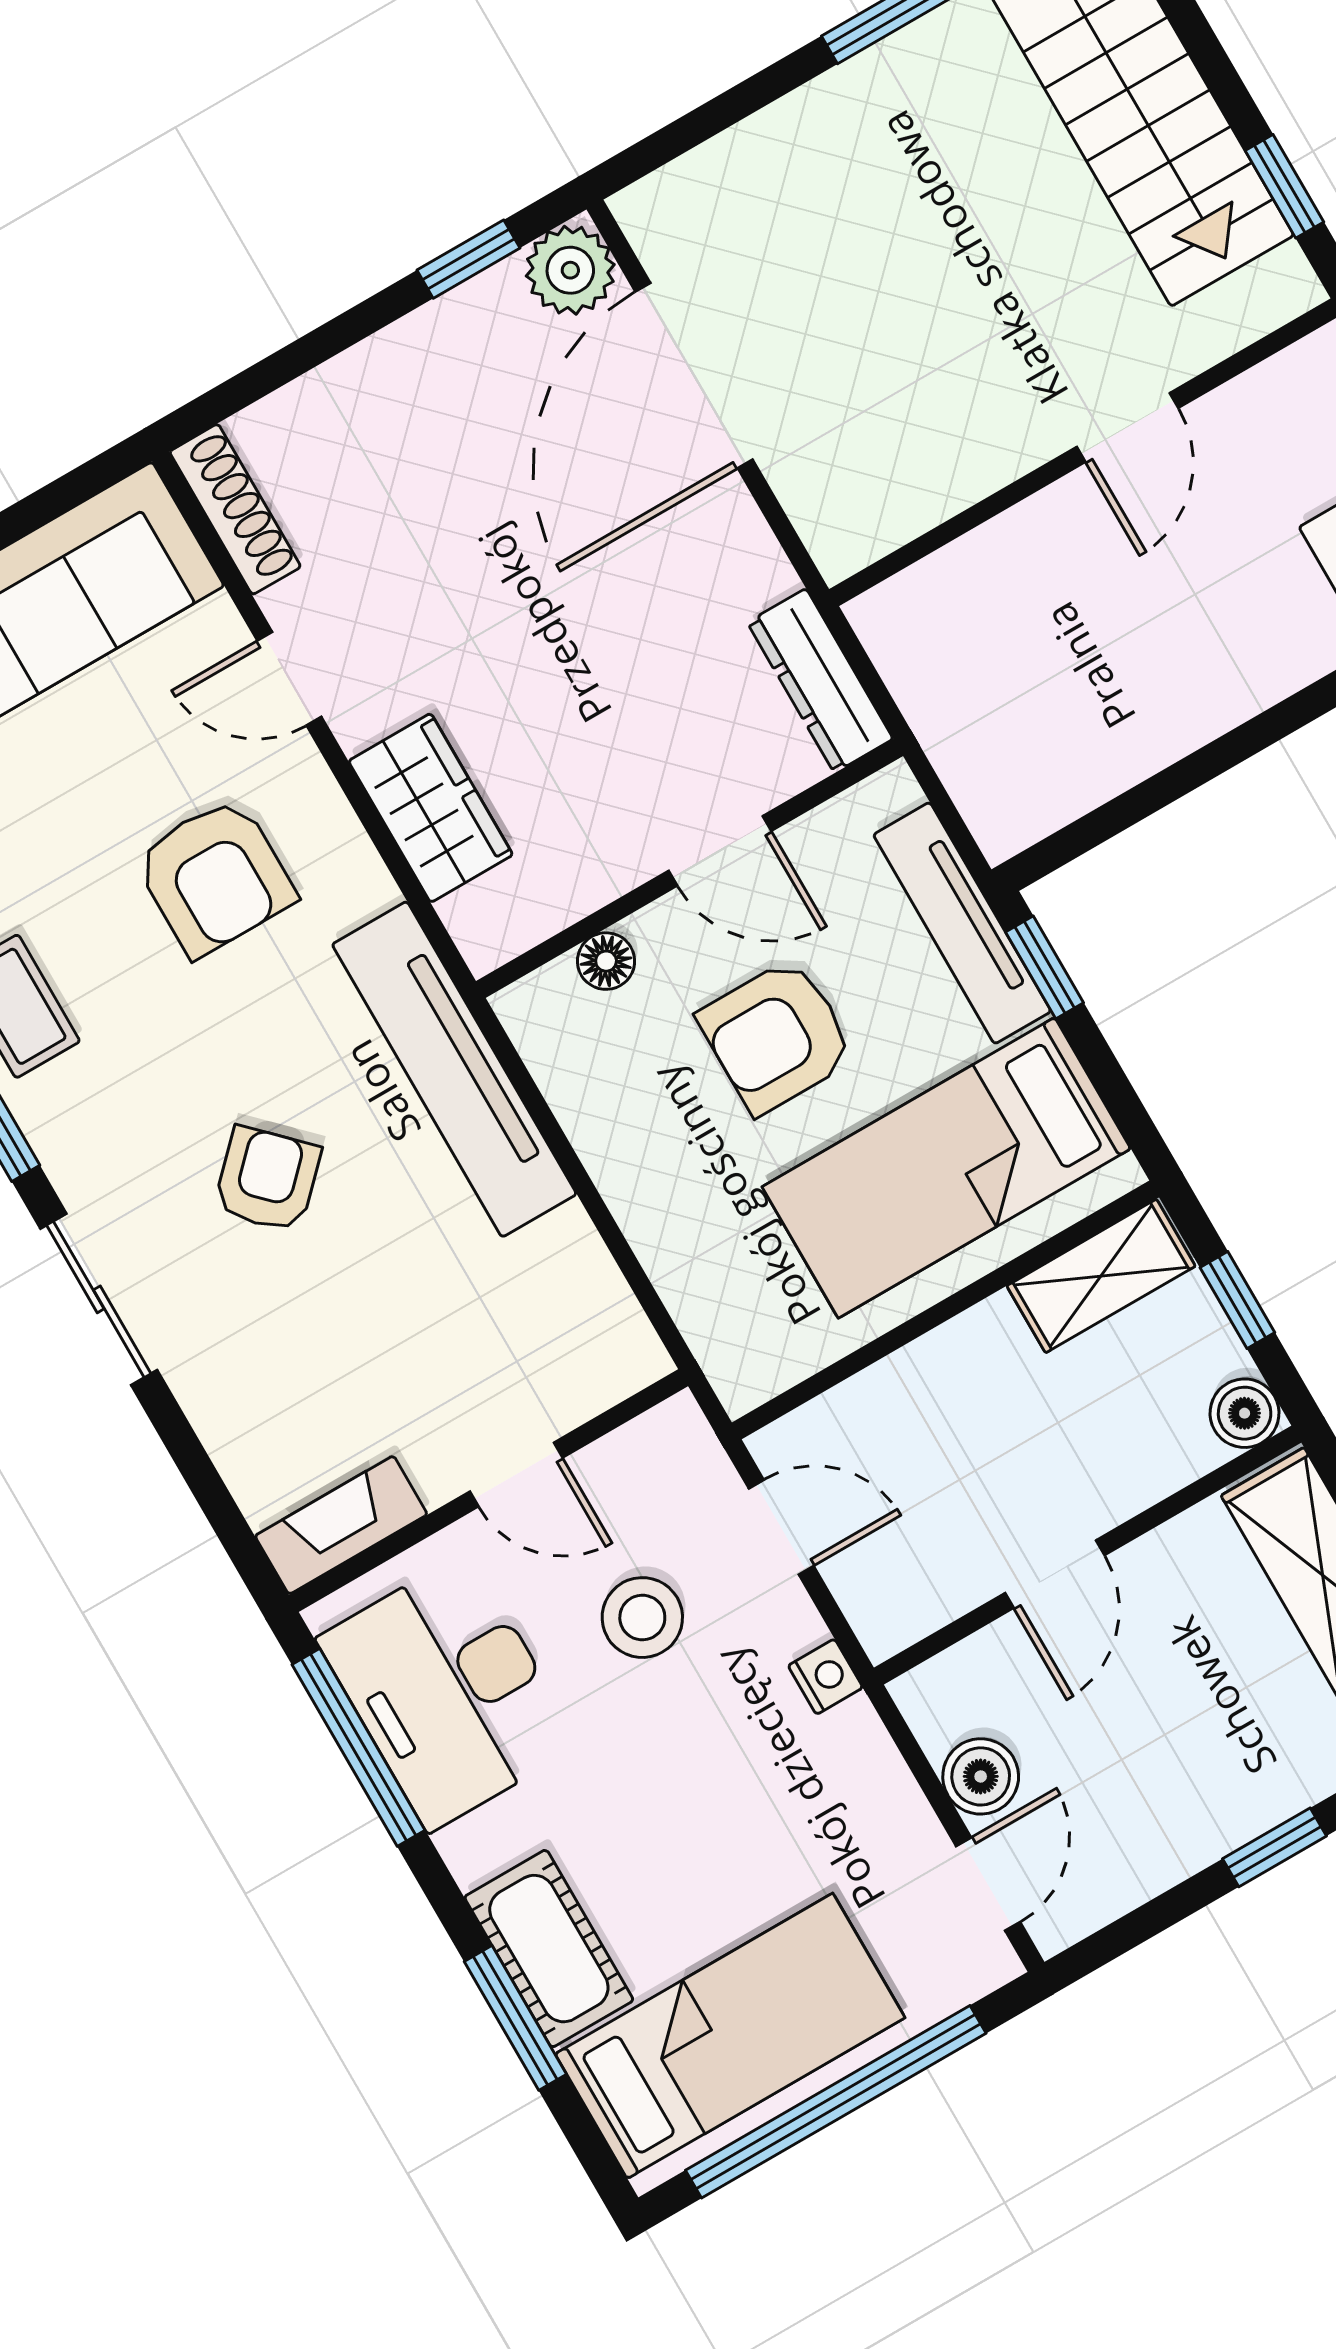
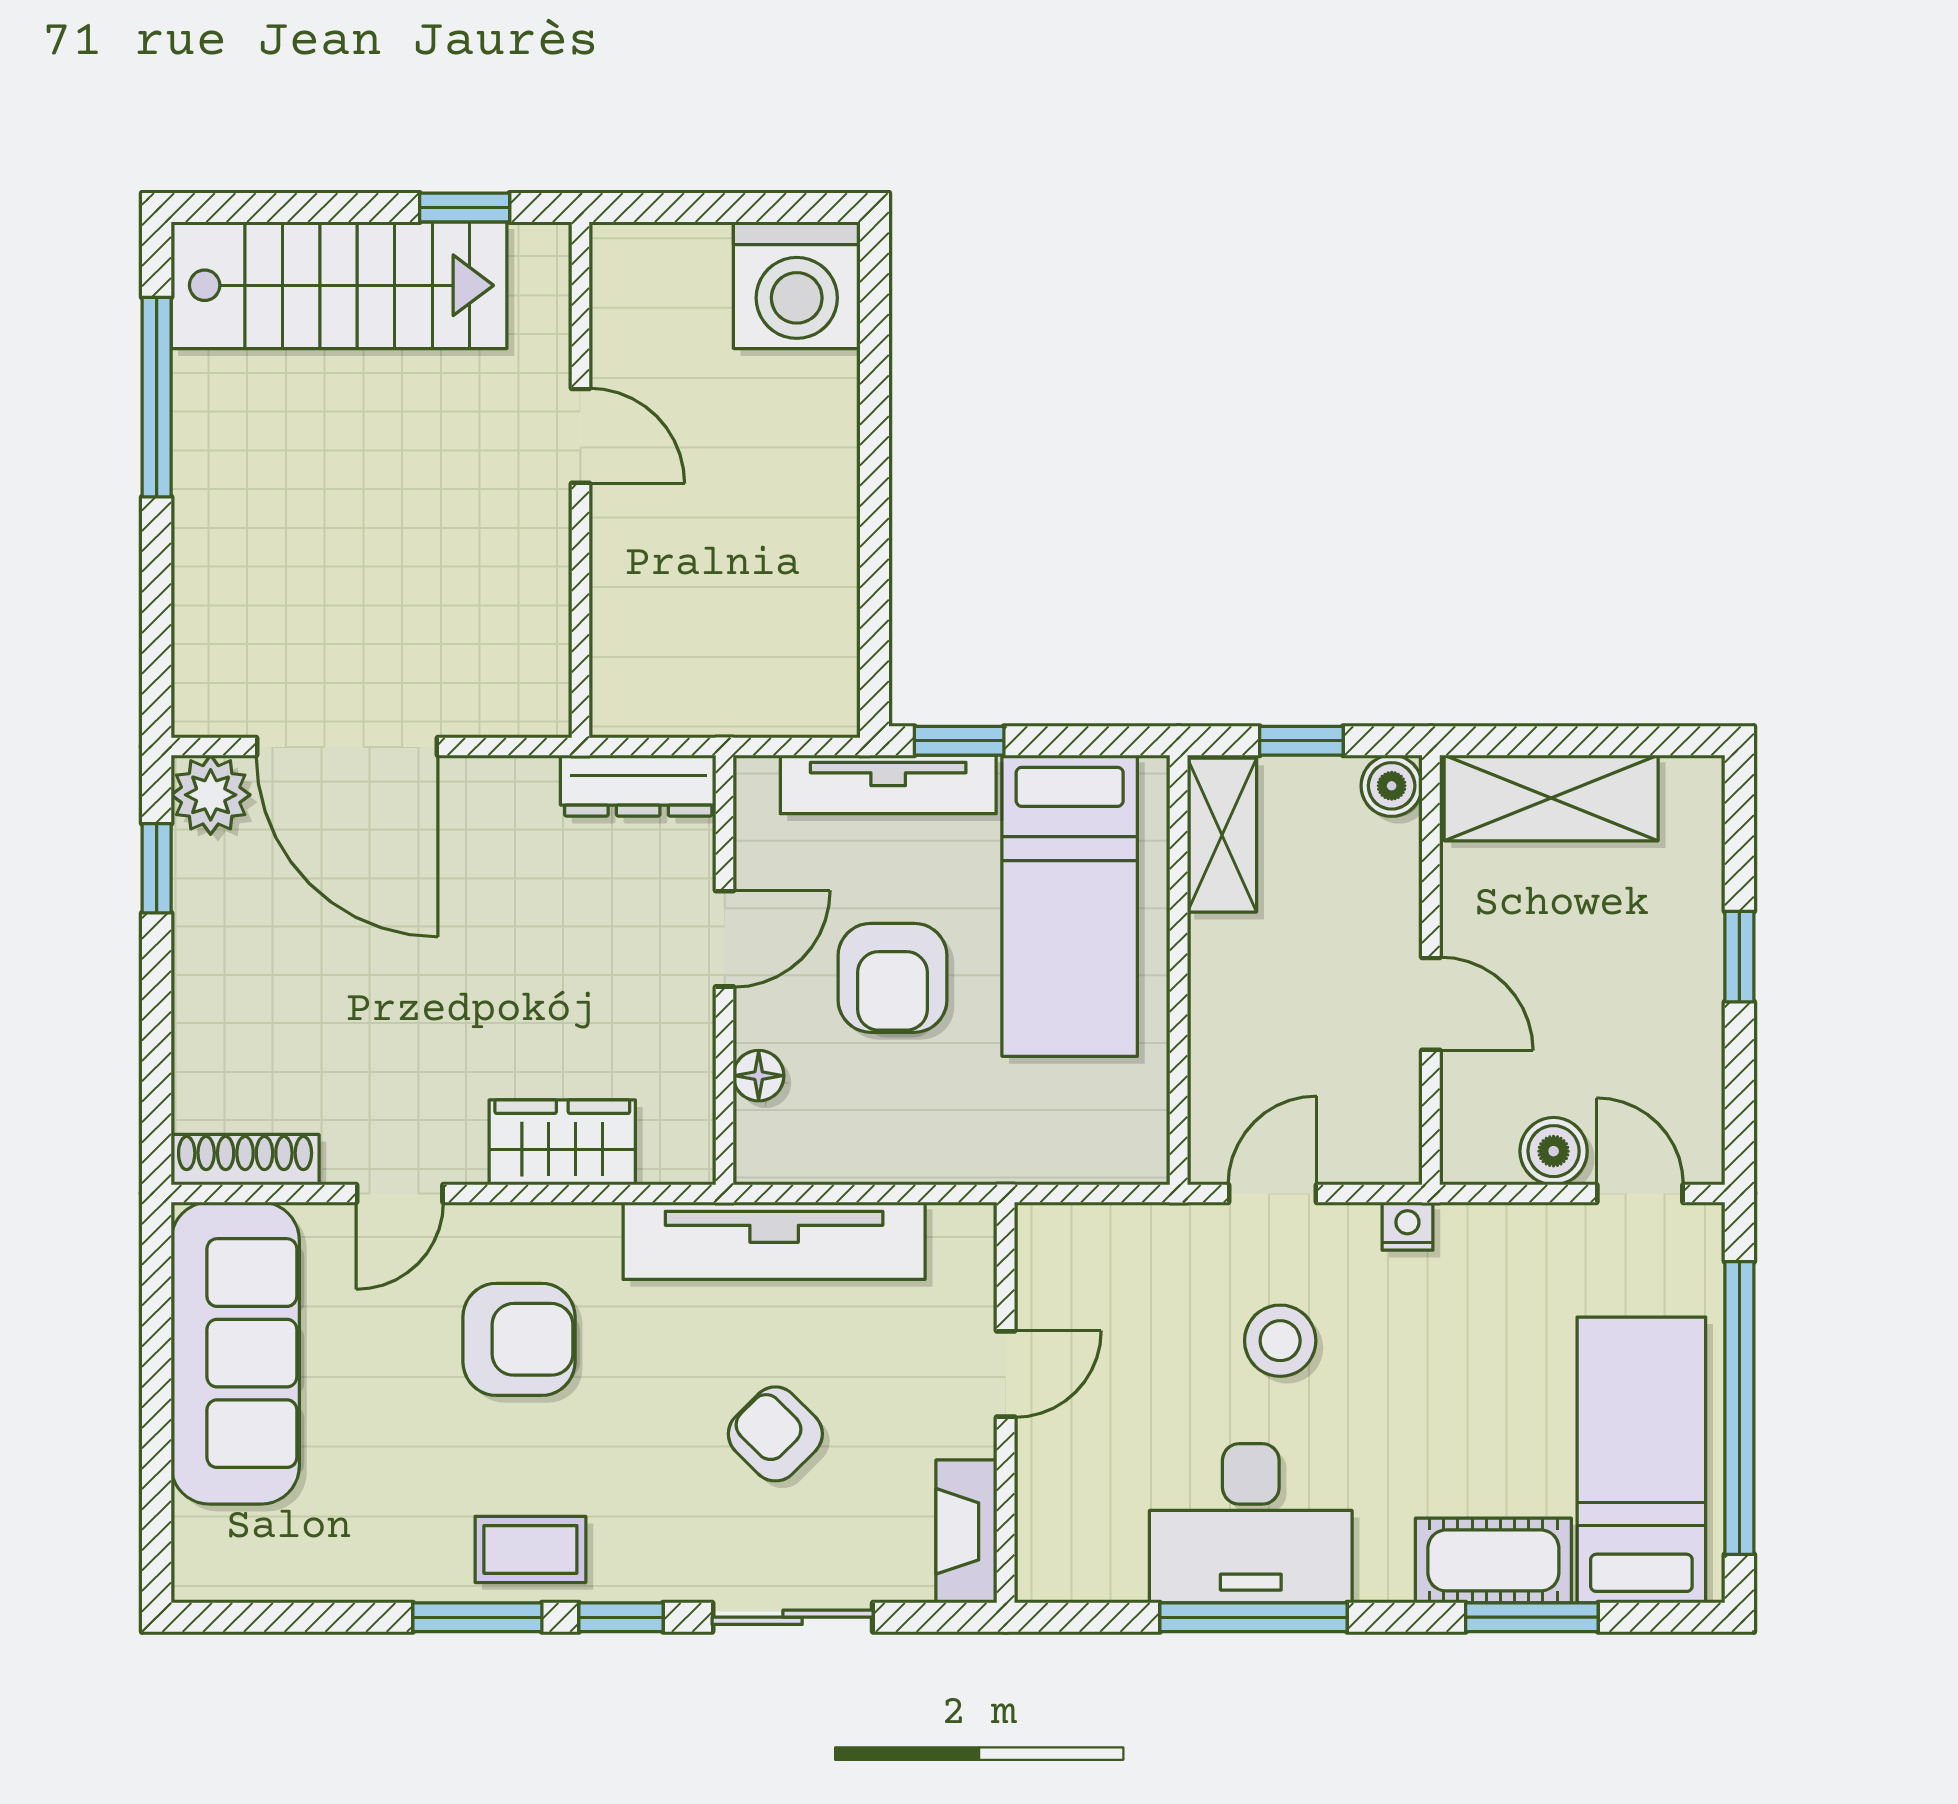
door: (516, 1475) -> (1006, 1374), moved
wall: (489, 1491) -> (1006, 1402), moved
fireplace: (341, 1525) -> (966, 1531), moved

